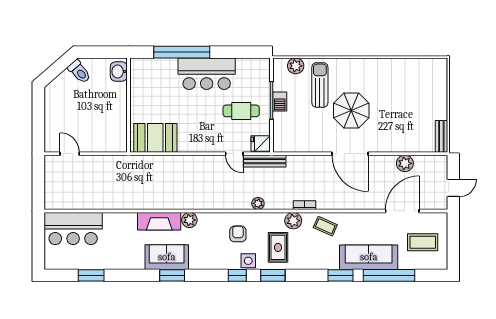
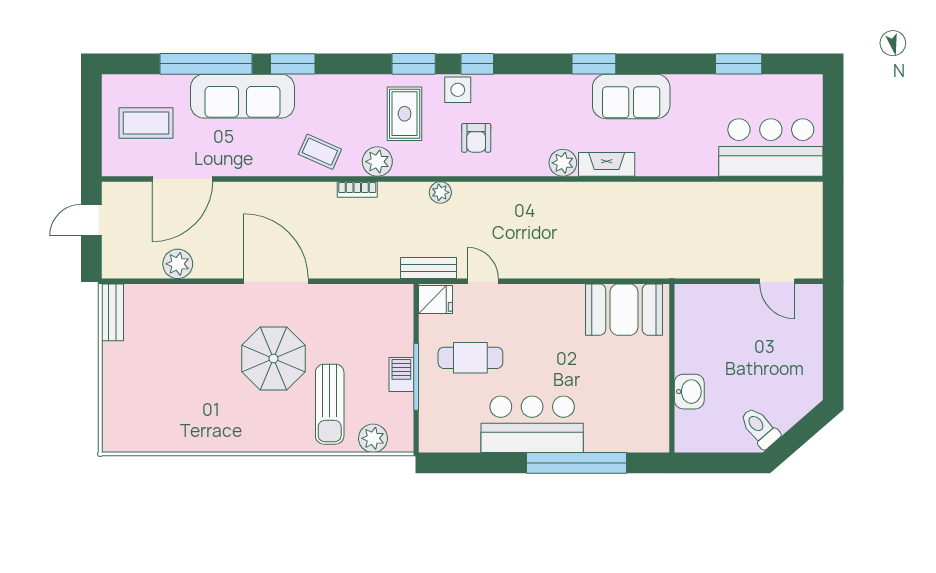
washbasin: (119, 72) -> (689, 392), moved
bench: (265, 161) -> (428, 268), width x0.73
fireplace: (159, 221) -> (607, 164), width x0.73, depth x0.76
sofa: (167, 257) -> (631, 96), moved

